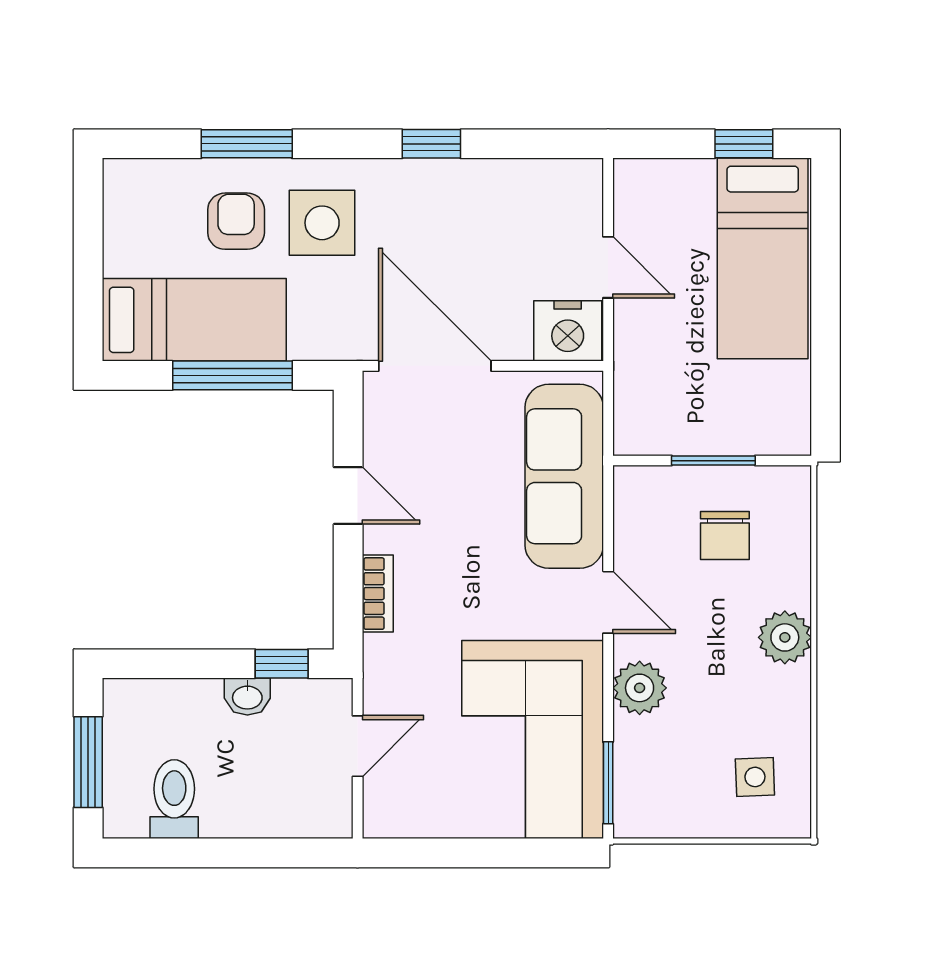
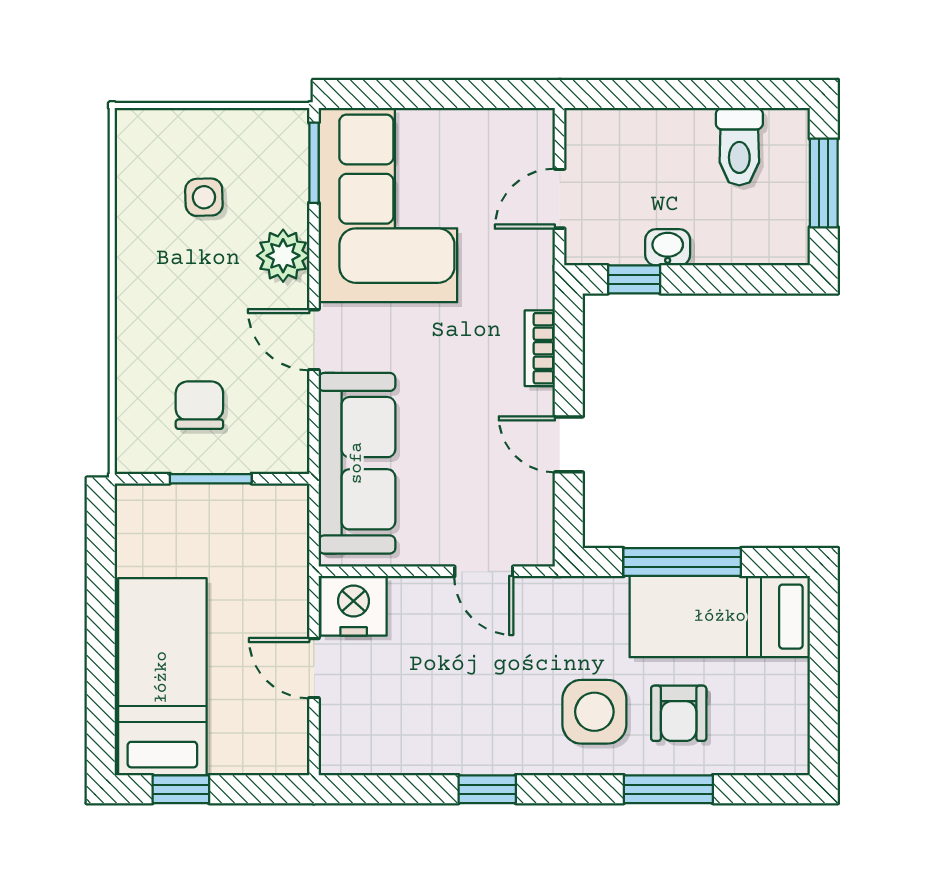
door: (435, 366) -> (484, 571), width x0.53
plant: (785, 637) -> (141, 305), removed
side table: (755, 777) -> (204, 197), moved

